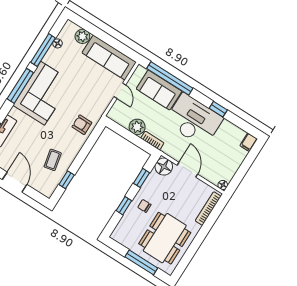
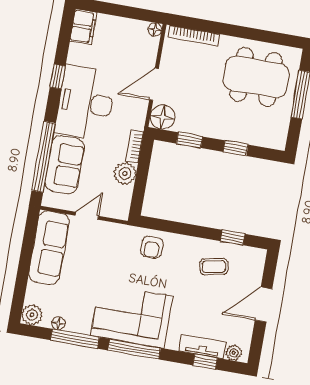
plant: (82, 36) -> (32, 315), moved
filing cabinet: (249, 142) -> (83, 27), width x2.00
chair: (144, 206) -> (225, 121), removed

